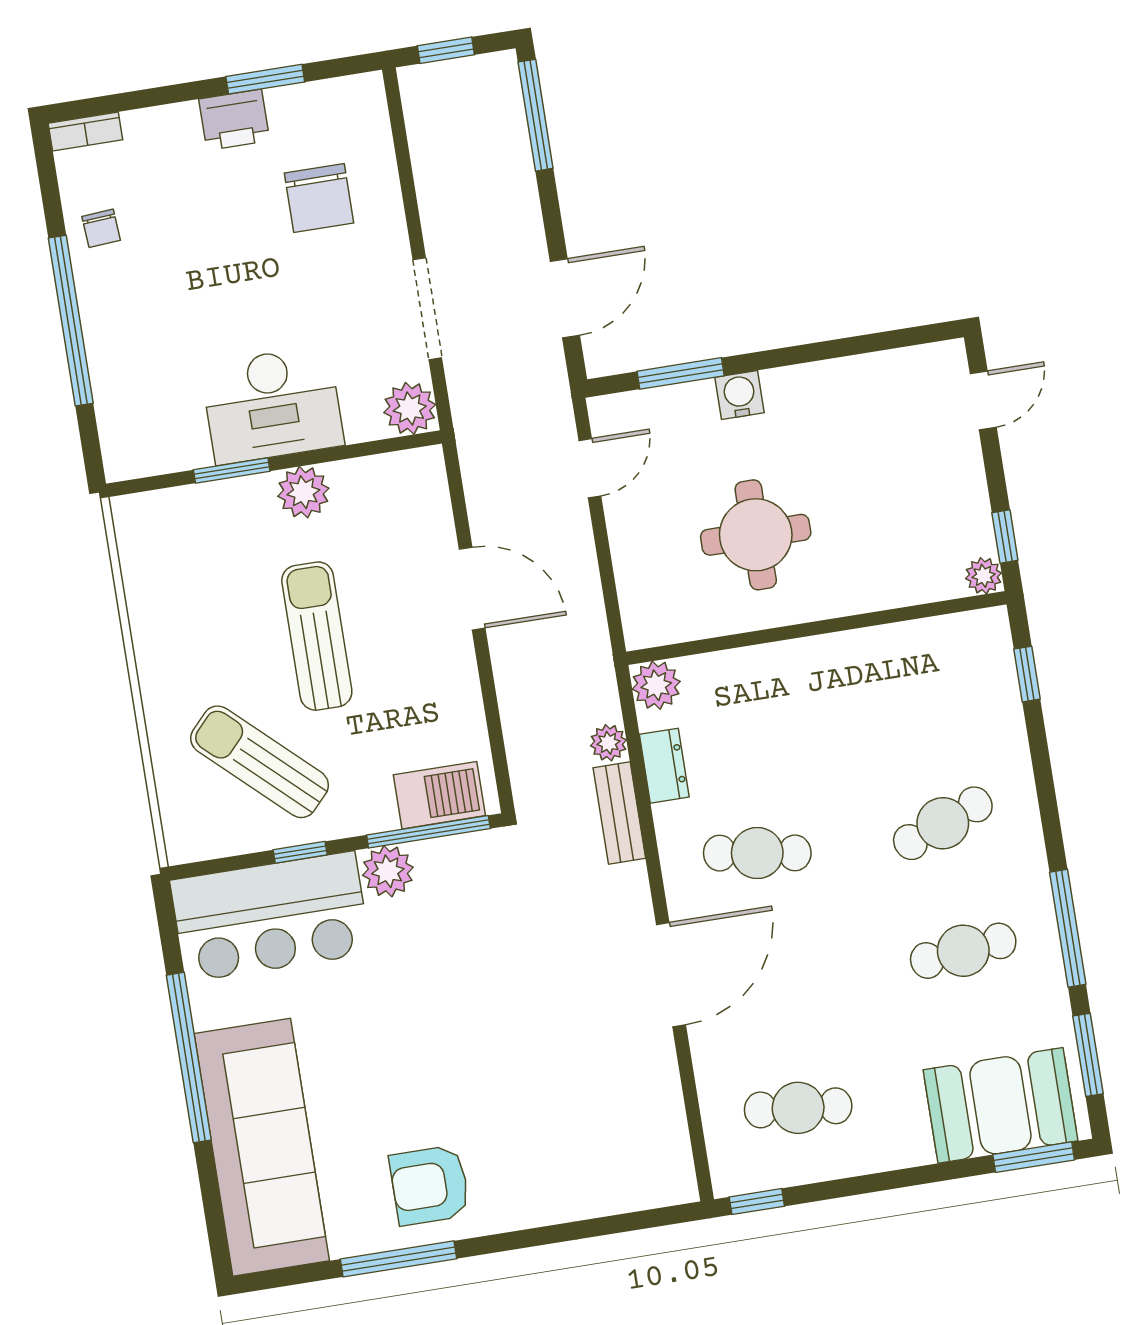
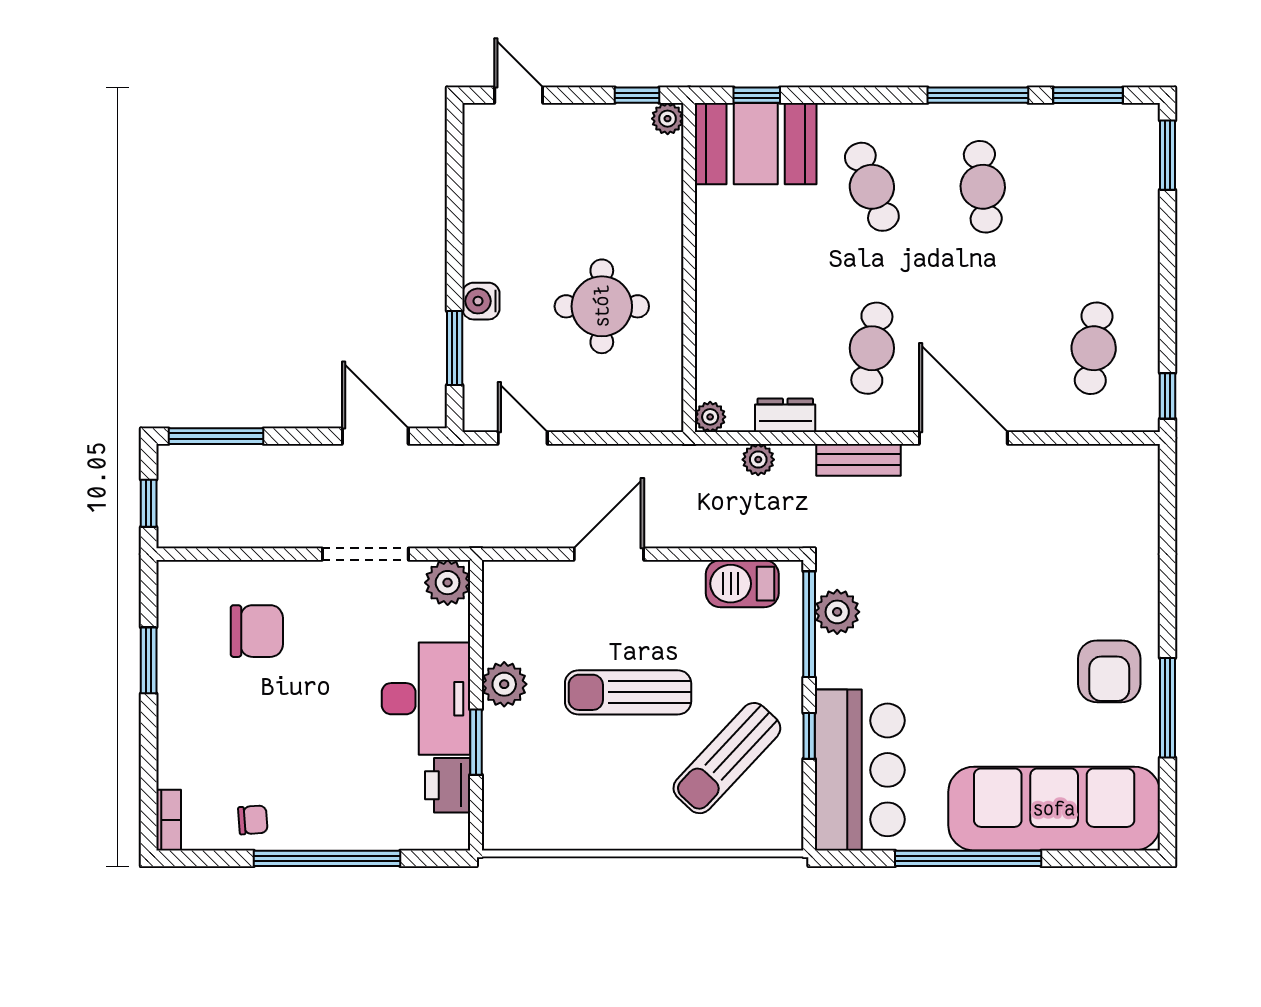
printer: (234, 120) -> (448, 785), moved, turned 180
plant: (656, 685) -> (710, 417), width x0.73, depth x0.73
barbecue: (439, 795) -> (742, 584), moved, turned -90
bench: (619, 813) -> (859, 460), moved
plant: (388, 871) -> (837, 612), moved
booth: (1000, 1105) -> (756, 144), moved, turned 90

